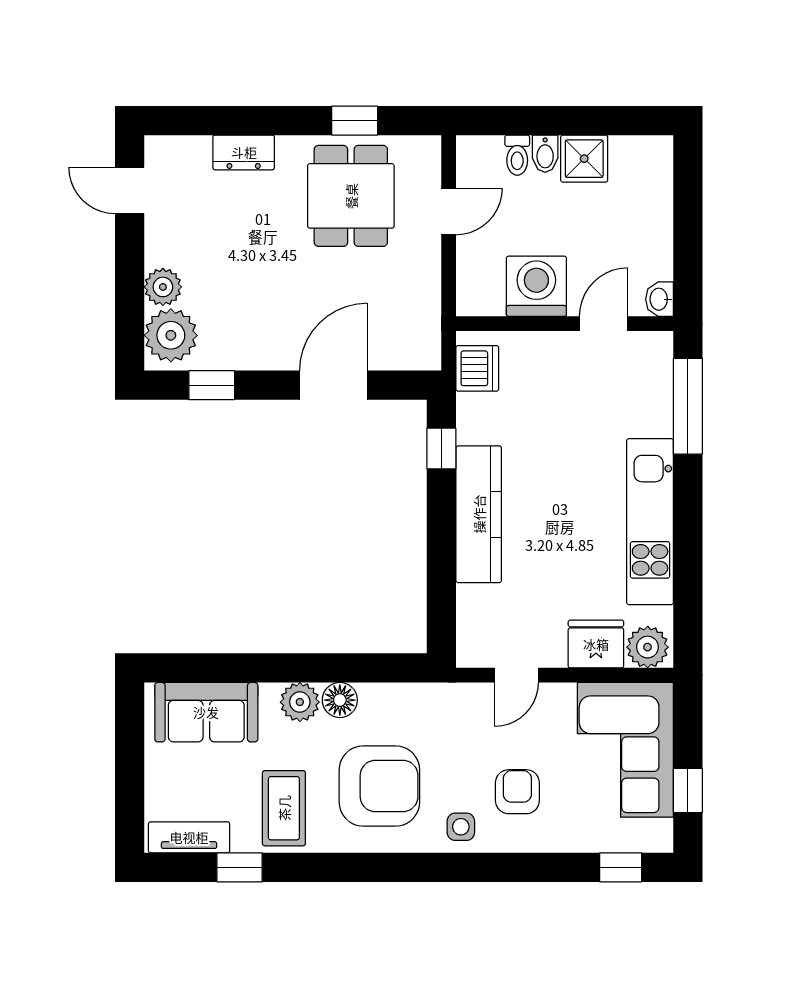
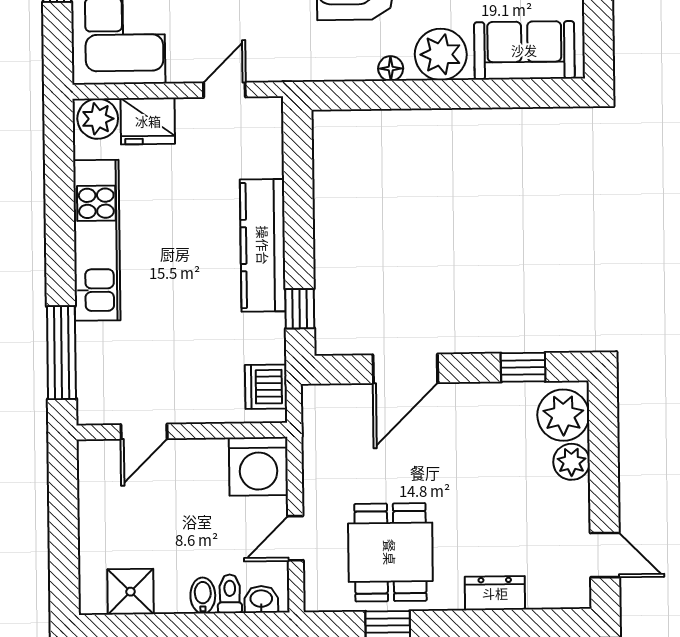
shower: (584, 159) -> (131, 592), moved
washing machine: (536, 286) -> (258, 466), moved
washbasin: (660, 299) -> (261, 599), moved, turned -90
floor lamp: (340, 700) -> (391, 68), width x0.73, depth x0.73
plant: (300, 702) -> (441, 54), width x1.36, depth x1.36

